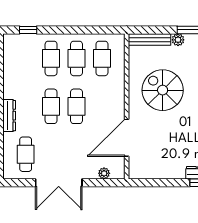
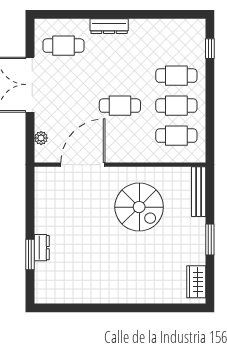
plant: (178, 40) -> (198, 225), removed
spiral stairs: (163, 90) -> (139, 207), turned 90
cafe table: (51, 106) -> (120, 76), removed
door: (127, 138) -> (83, 165), hinge flipped

